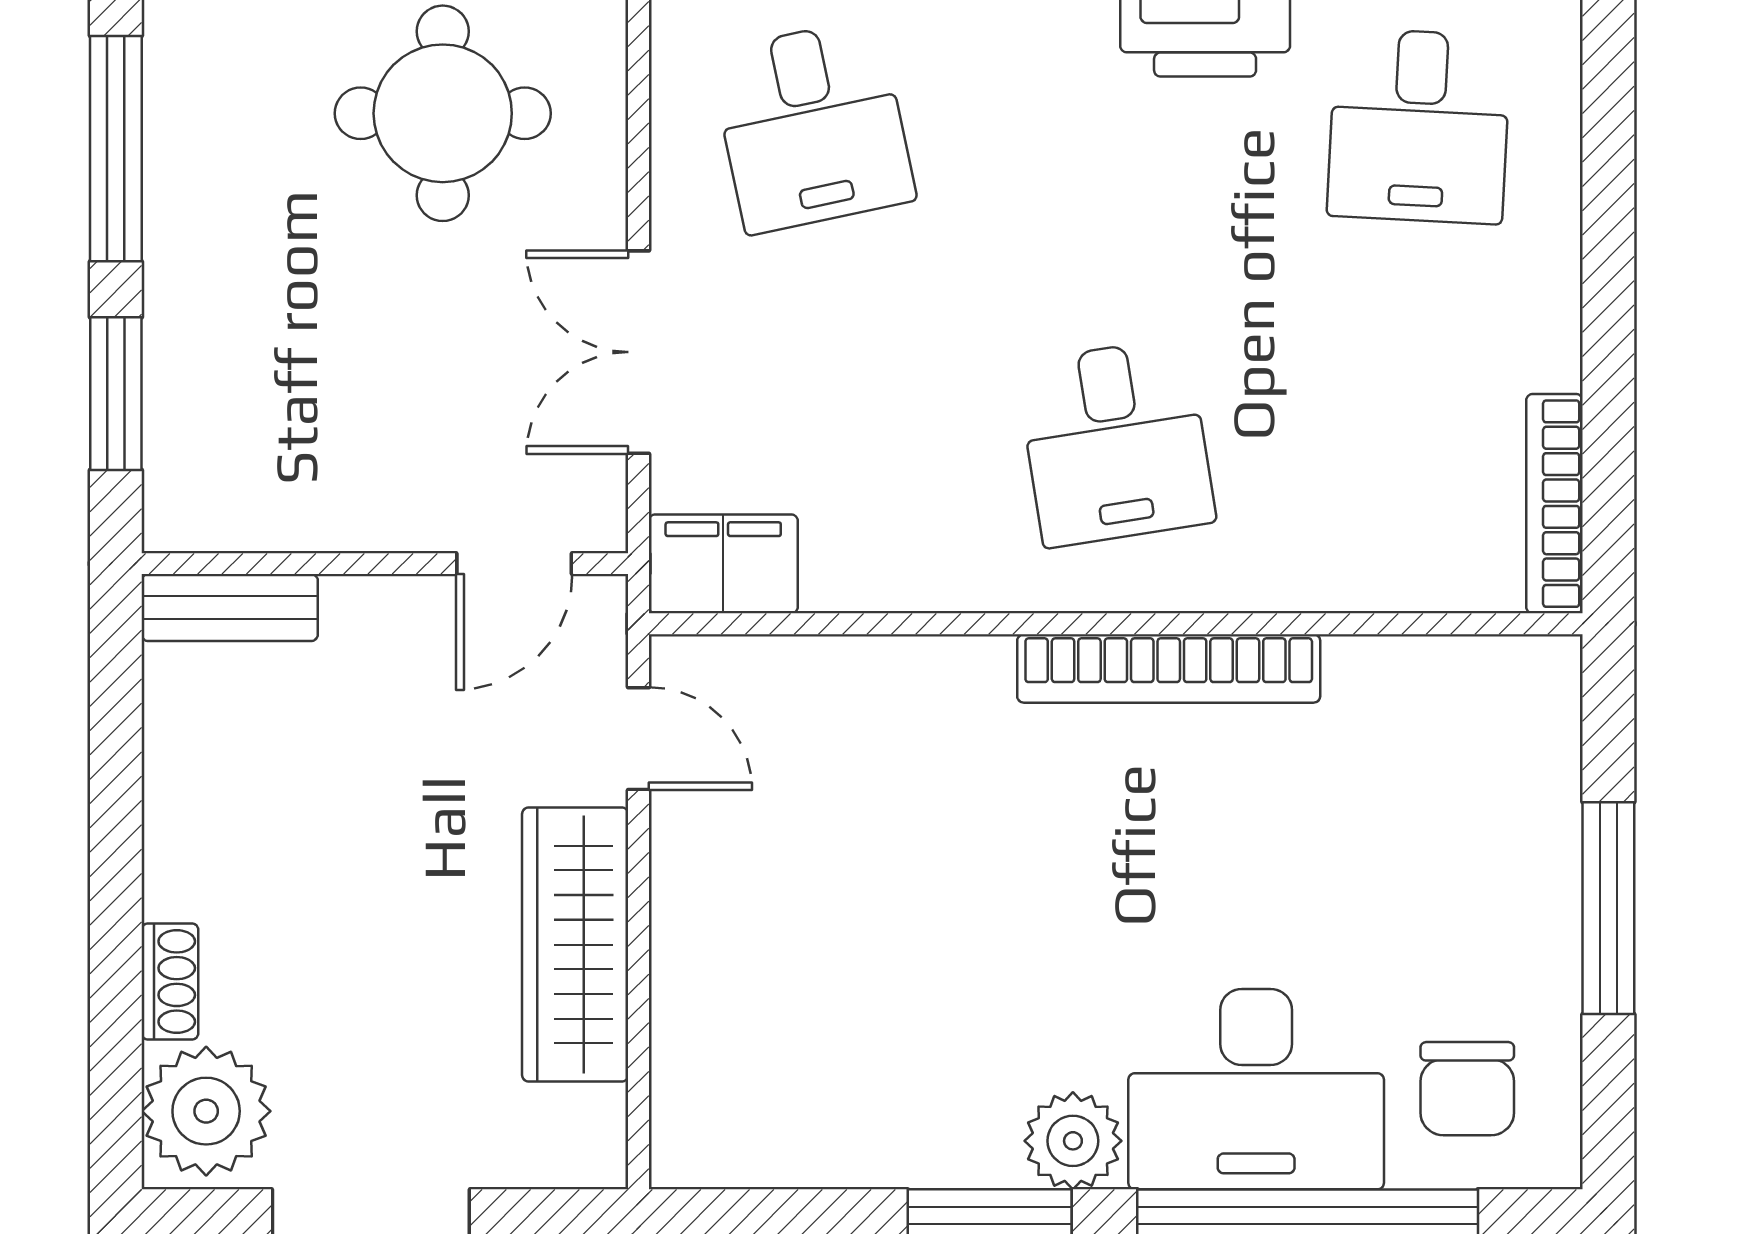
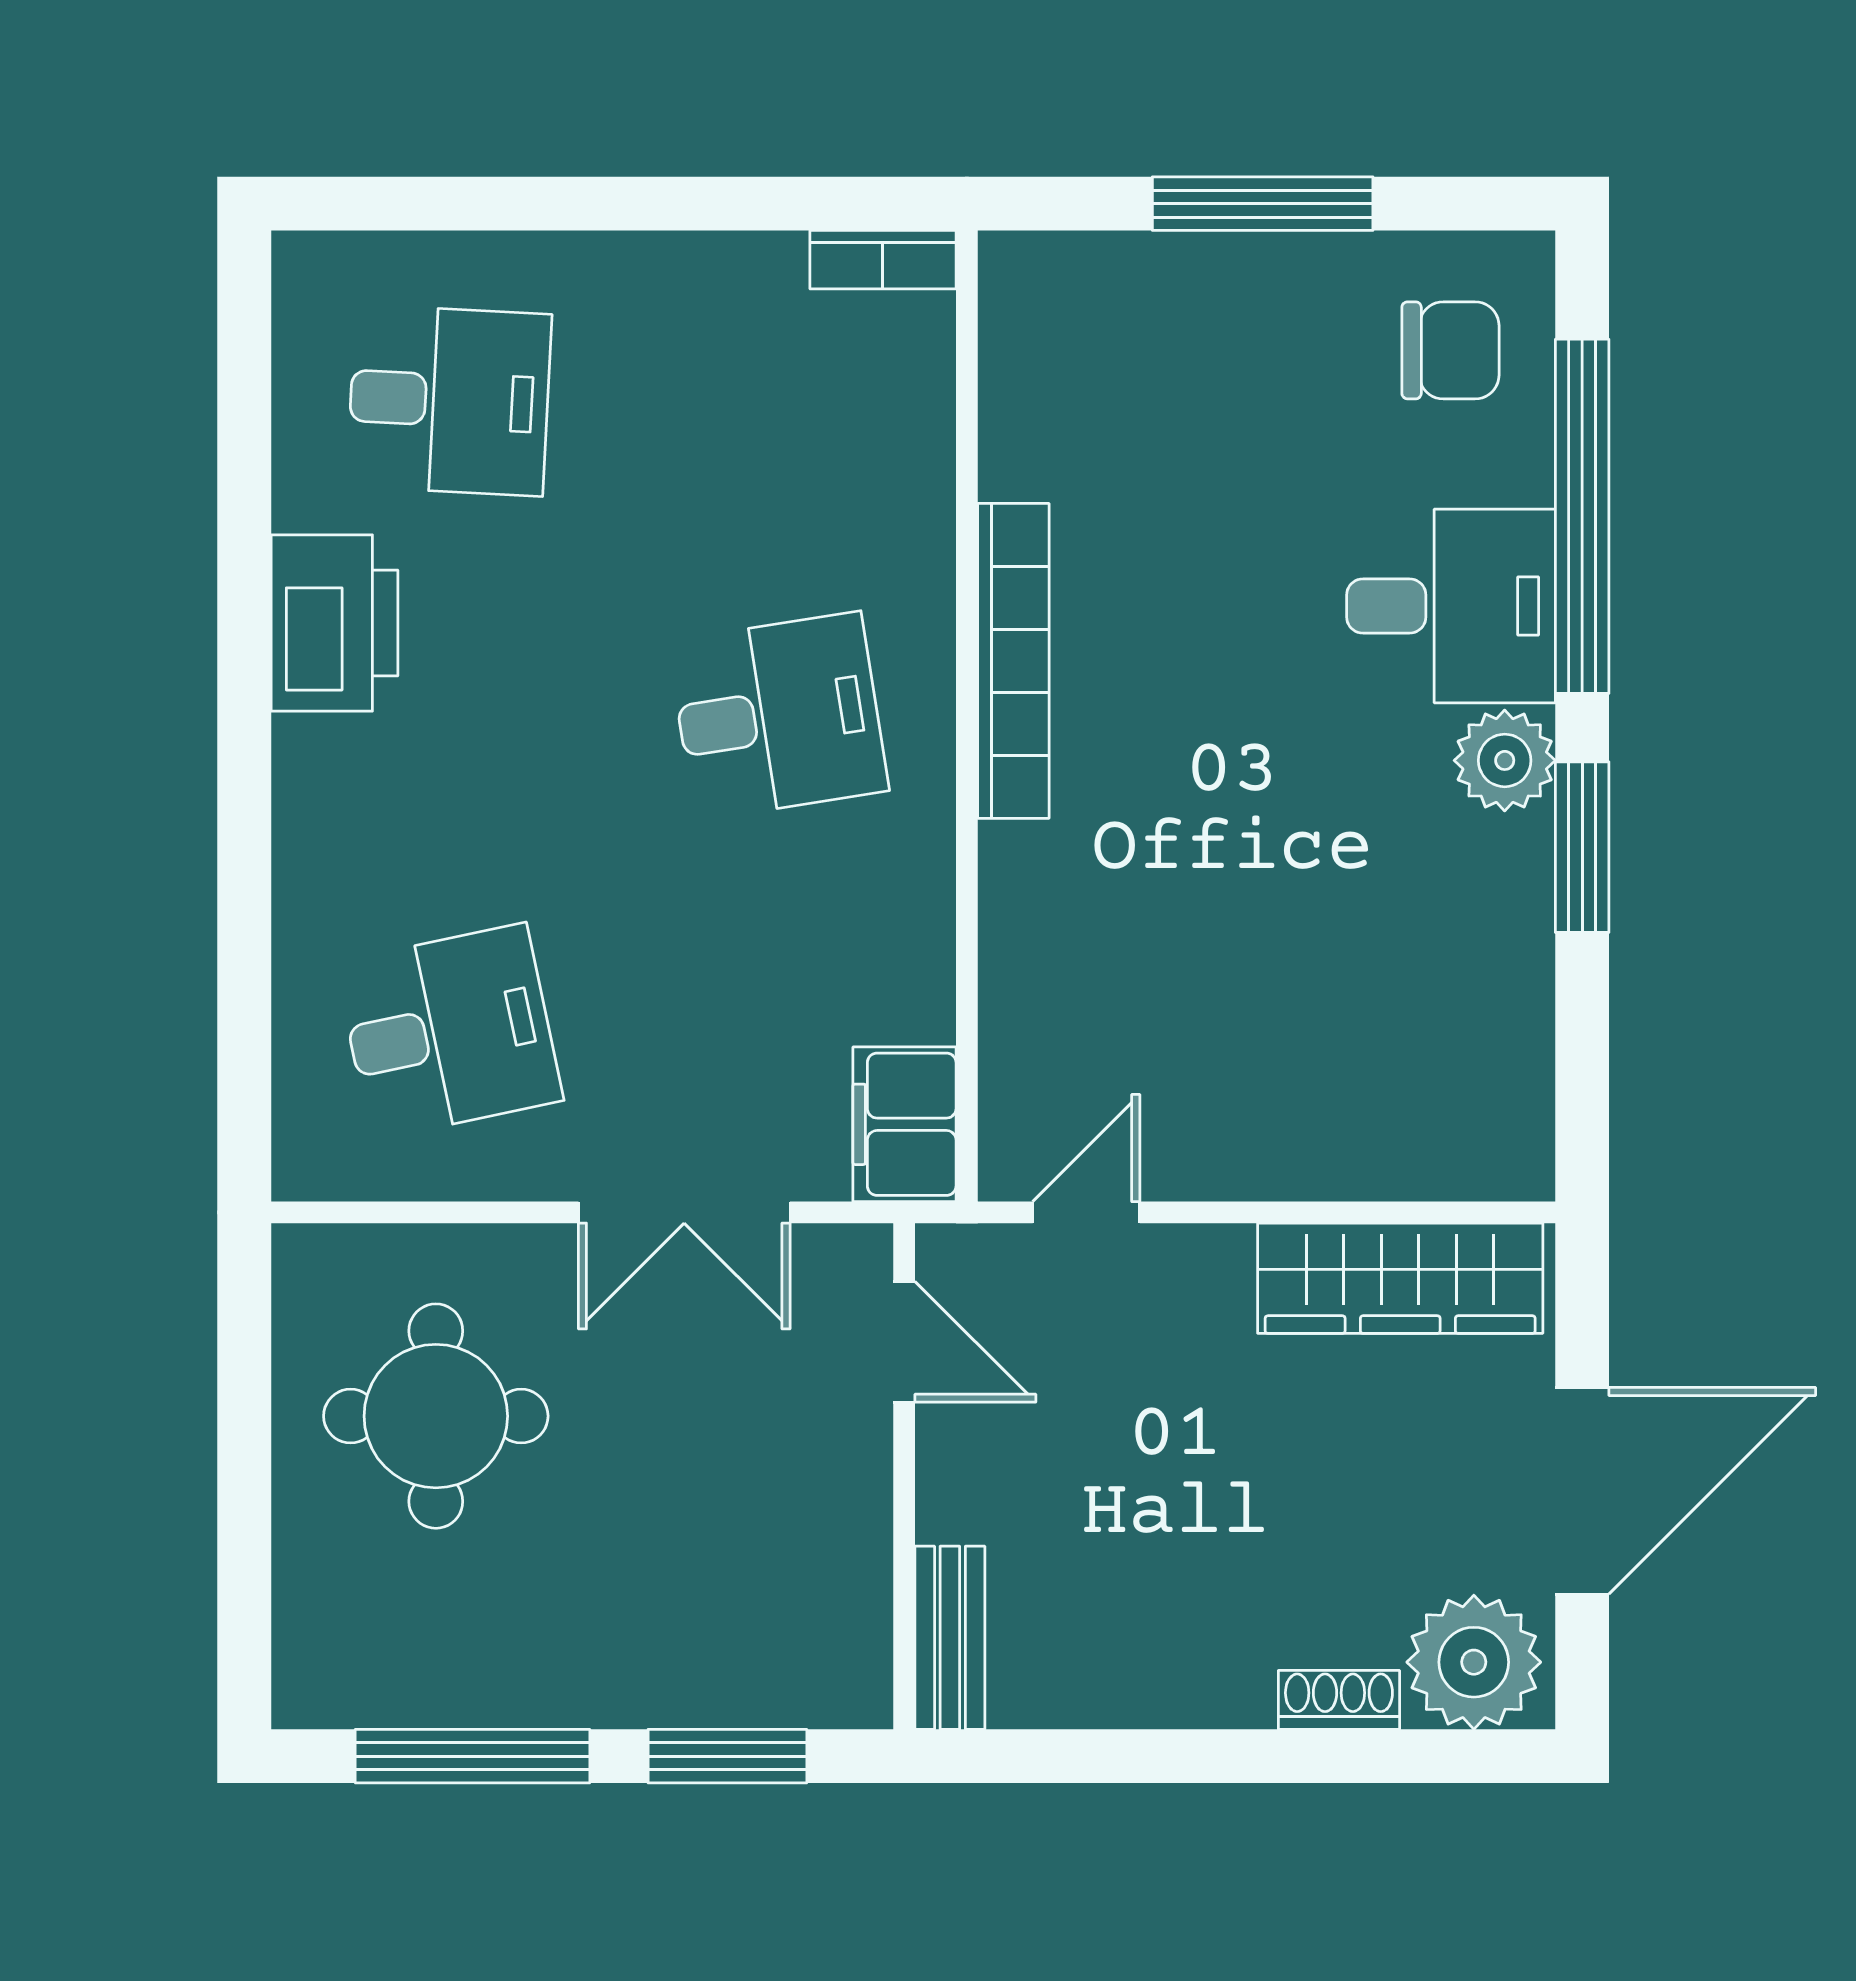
bookcase: (1554, 504) -> (883, 260), width x0.64
wardrobe: (575, 945) -> (1400, 1278), moved
desk: (1256, 1089) -> (1451, 606), width x0.73

